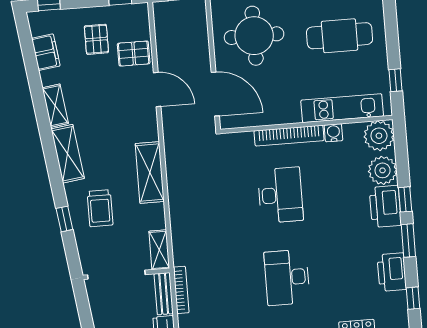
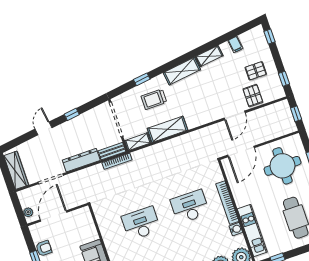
filing cabinet: (46, 52) -> (235, 44), width x0.50
shelving: (150, 173) -> (167, 129), moved
desk: (280, 195) -> (190, 207), turned 180

